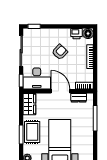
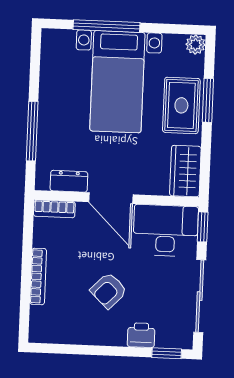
printer: (76, 34) -> (141, 335), moved
floor lamp: (88, 34) -> (41, 331), removed

